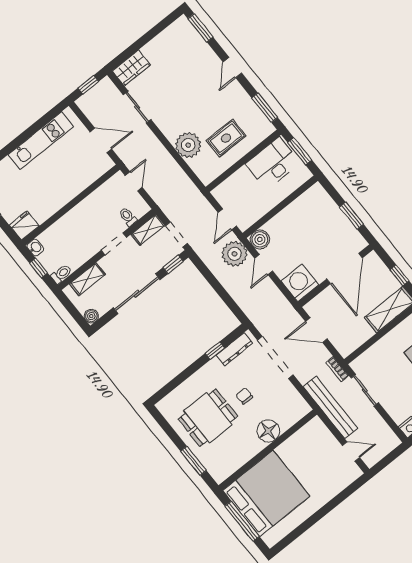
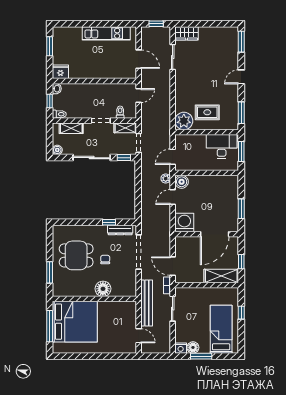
plant: (188, 145) -> (184, 121), moved
plant: (235, 254) -> (166, 178), width x0.53, depth x0.53
door: (316, 330) -> (173, 266), moved

